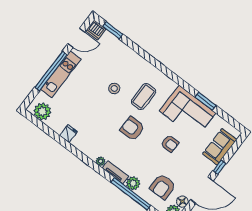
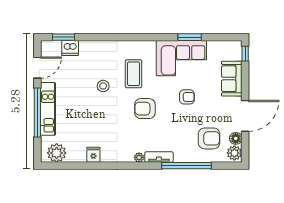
dishwasher: (96, 30) -> (70, 48), moved
sofa: (220, 147) -> (232, 79), moved
window: (220, 167) -> (245, 54), moved
plant: (133, 183) -> (181, 155), removed
armchair: (163, 187) -> (209, 138), turned -90

